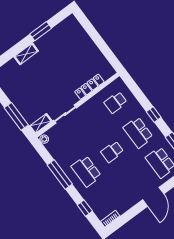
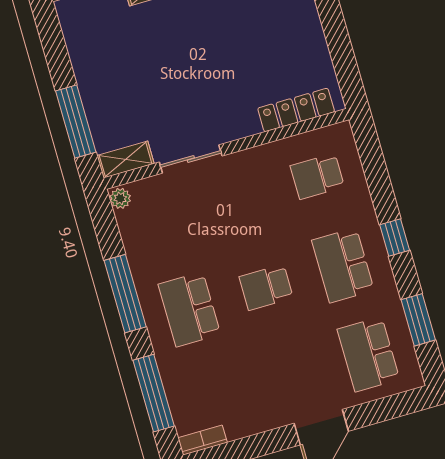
locker: (89, 87) -> (296, 110), moved
window: (85, 208) -> (154, 393), width x2.17

